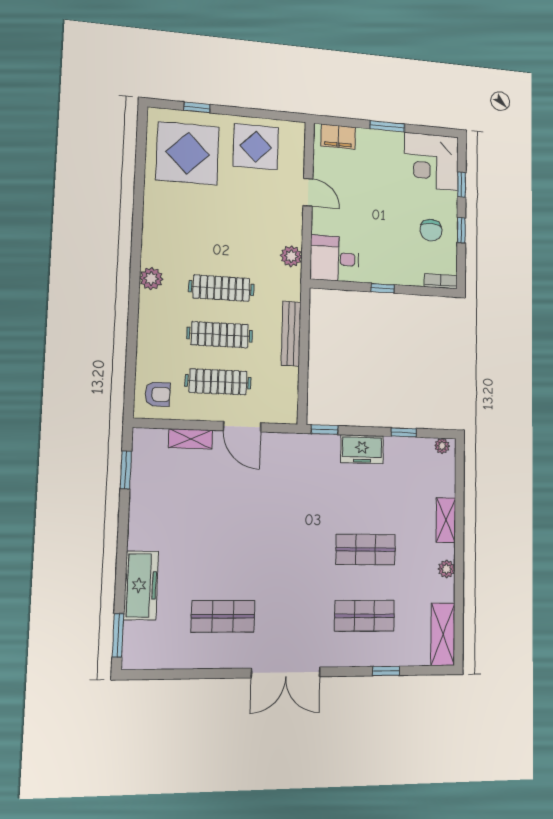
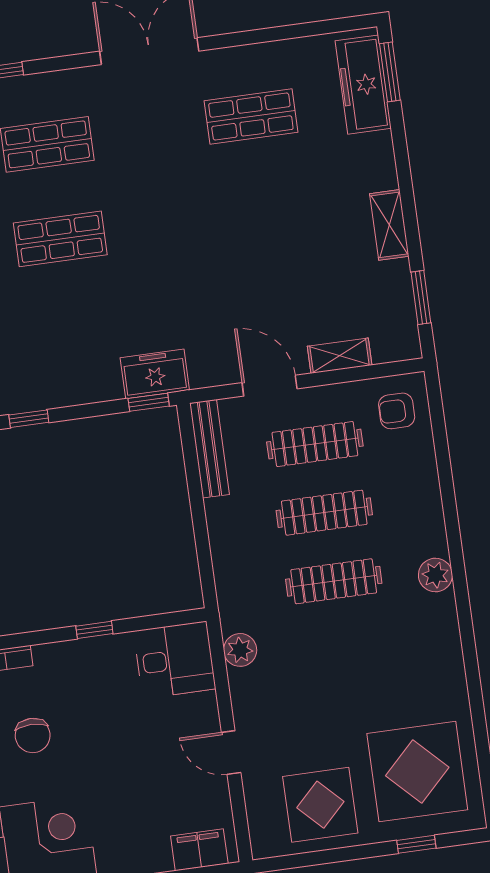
chair: (431, 230) -> (33, 735), turned 180
bench: (291, 334) -> (209, 449), moved
freezer: (362, 449) -> (155, 374), moved
shelving: (139, 525) -> (389, 225), added
freezer: (141, 585) -> (363, 85), moved

